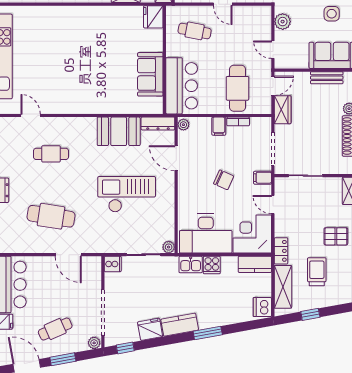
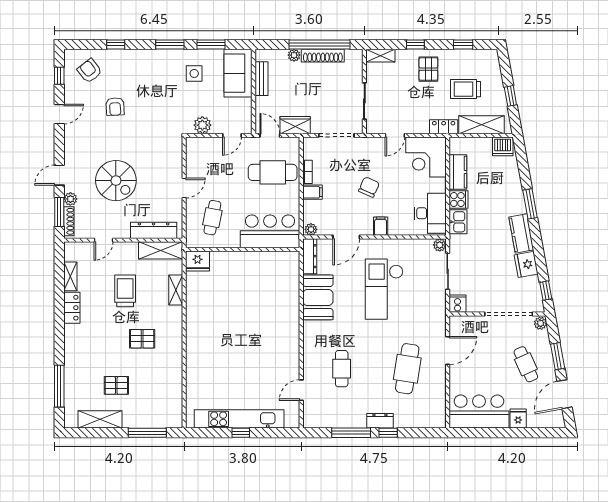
sofa: (150, 74) -> (258, 264), removed
filing cabinet: (263, 178) -> (381, 226), moved, turned 180
desk: (206, 234) -> (430, 213), width x0.73, depth x0.77
kitchen counter: (255, 264) -> (458, 172), moved

